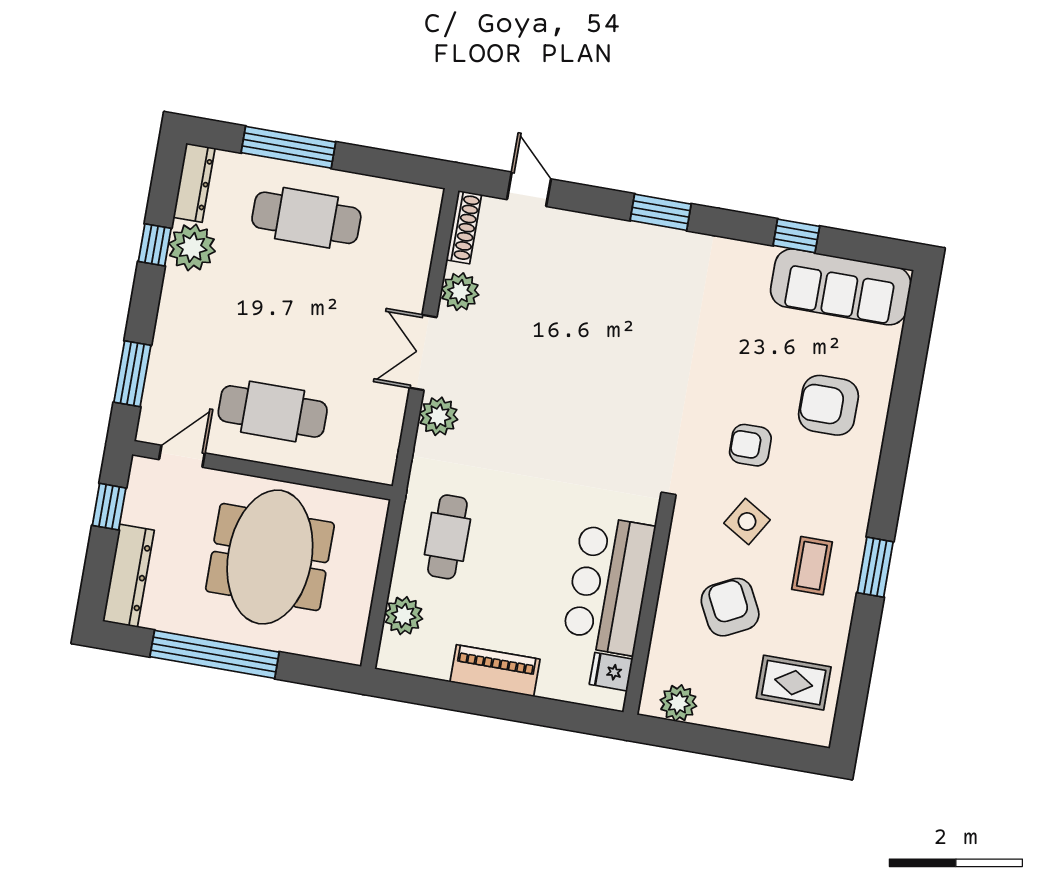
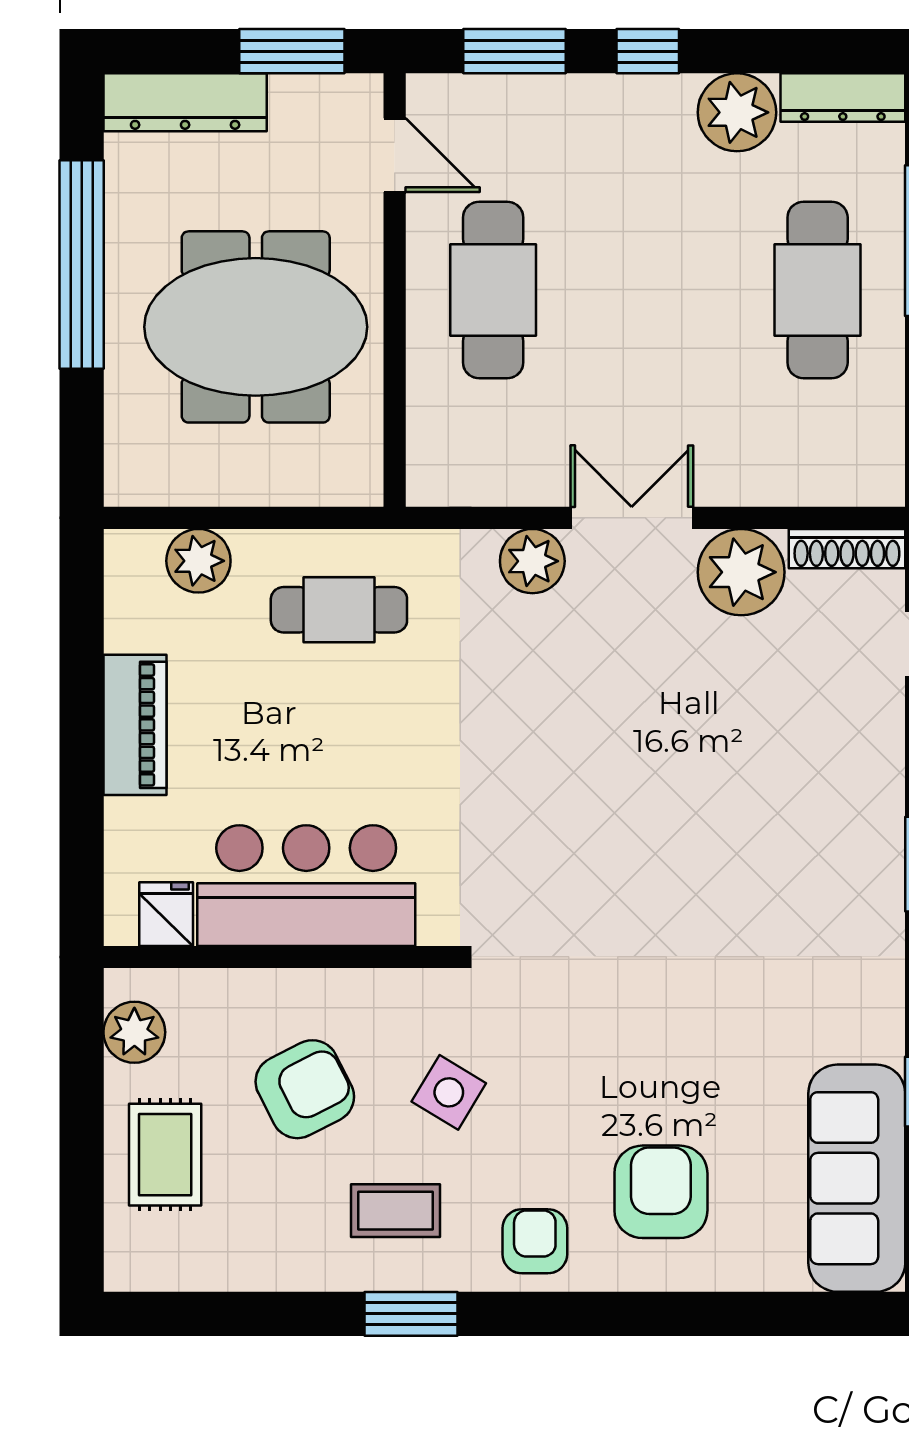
window: (155, 245) -> (648, 51), moved
plant: (460, 292) -> (741, 572), width x1.36, depth x1.36
armchair: (750, 445) -> (535, 1241), moved
window: (109, 507) -> (292, 51), width x1.50
rug: (794, 683) -> (165, 1155), moved

